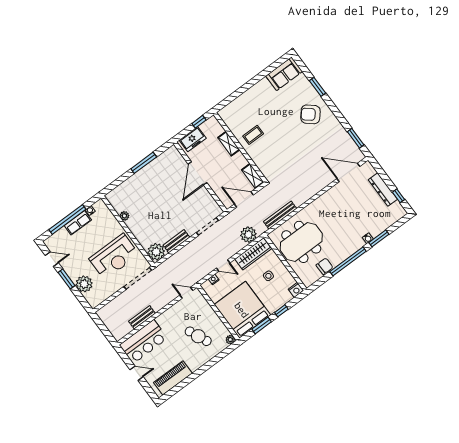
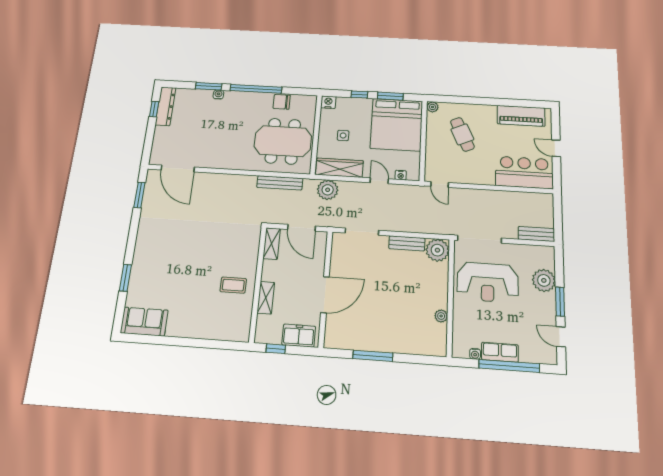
armchair: (310, 114) -> (159, 256), removed
dresser: (383, 189) -> (165, 106), moved
reception desk: (114, 257) -> (488, 282), turned 180
bench: (142, 317) -> (536, 234), moved

